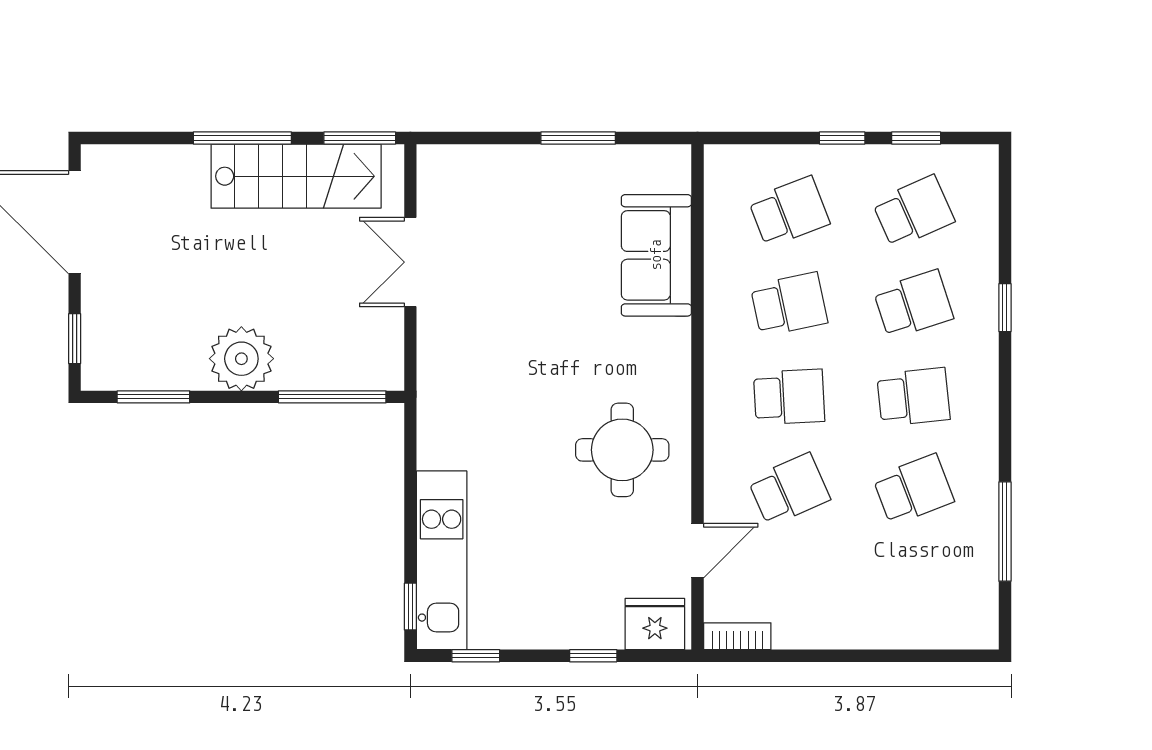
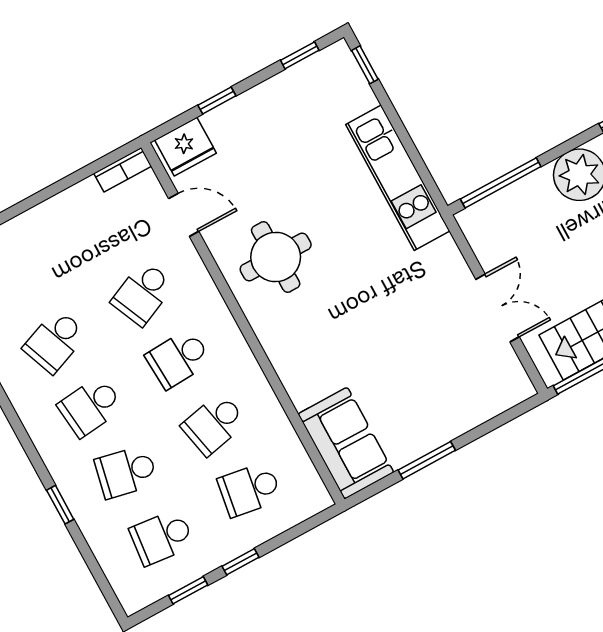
school desk: (789, 212) -> (250, 489), turned 30
school desk: (913, 212) -> (162, 537), turned 30
sofa: (656, 255) -> (346, 443), moved
school desk: (913, 304) -> (126, 472), turned 30
door: (698, 551) -> (184, 215), swing flipped
kitchen unit: (442, 560) -> (398, 178), moved

